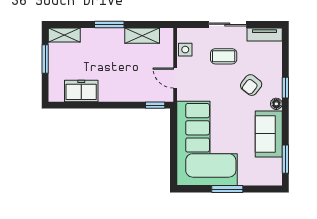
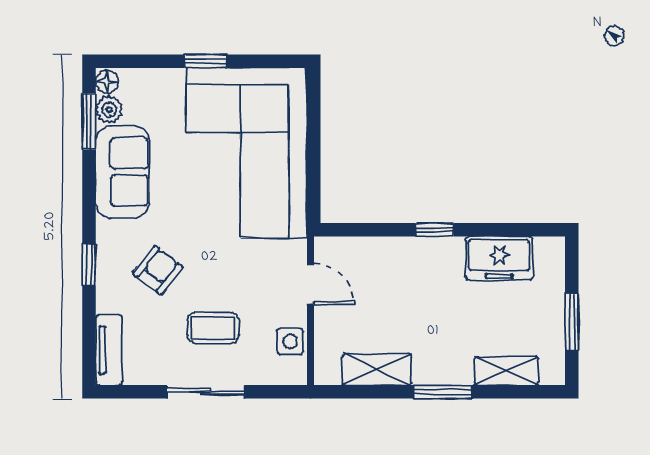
tv unit: (265, 34) -> (109, 350), moved, turned 90
shelving: (64, 35) -> (506, 371), moved
floor lamp: (276, 104) -> (107, 82), moved
window: (155, 105) -> (435, 230), moved
plant: (275, 165) -> (109, 109), added
window: (227, 189) -> (206, 61), width x0.67

